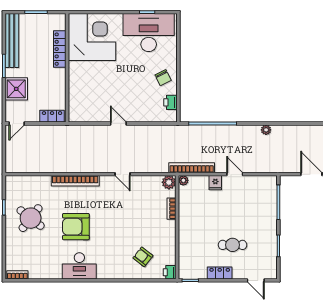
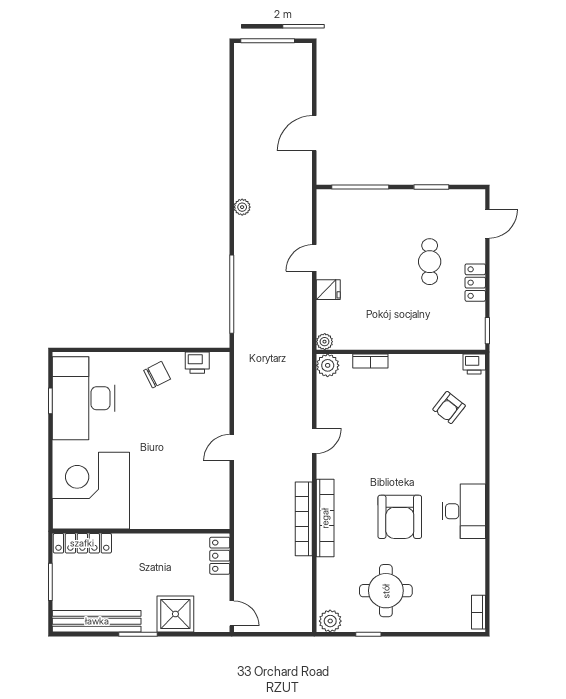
locker: (60, 49) -> (82, 543), moved
bookcase: (192, 168) -> (304, 519), moved
plant: (12, 184) -> (330, 621), added
round table: (31, 218) -> (386, 591), turned -38

